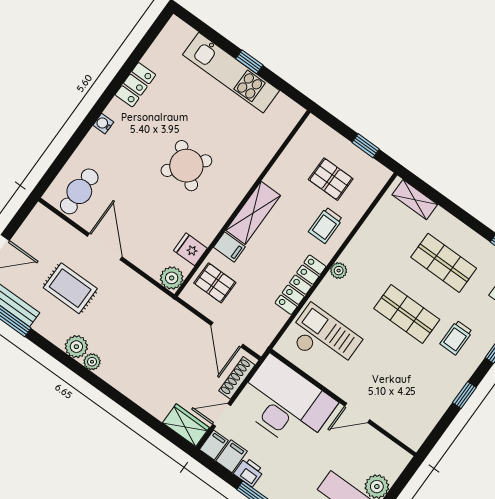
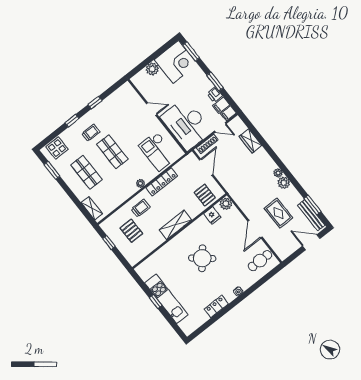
filing cabinet: (229, 247) -> (192, 211), removed
wardrobe: (186, 425) -> (250, 141), moved

